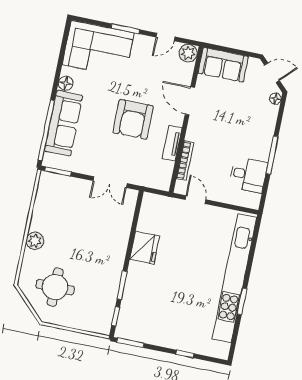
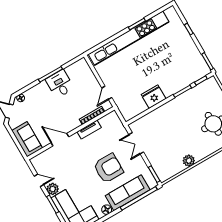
plant: (188, 53) -> (53, 189), moved
door: (190, 101) -> (60, 140), swing flipped
armchair: (133, 119) -> (108, 168), moved
desk: (248, 175) -> (60, 84), moved
double door: (110, 182) -> (136, 143), swing flipped
plant: (35, 241) -> (189, 161), moved

